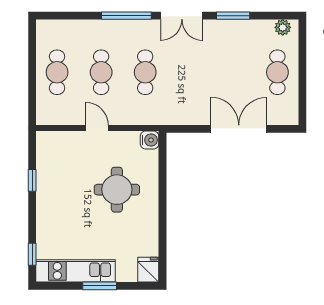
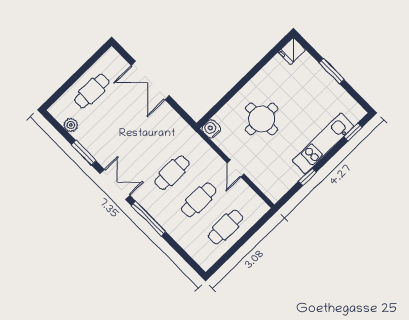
plant: (283, 27) -> (71, 125), moved
kitchen unit: (76, 271) -> (323, 143), moved, turned 90

